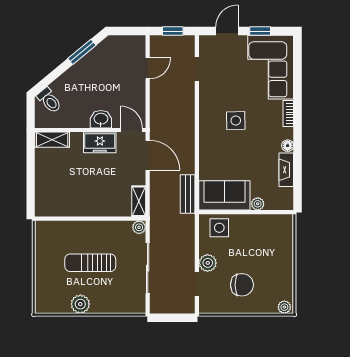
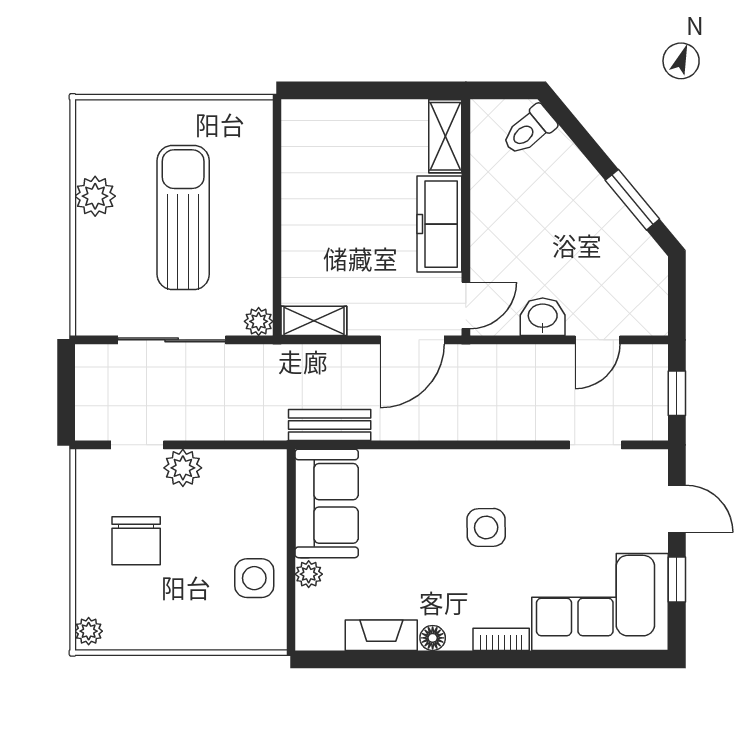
door: (148, 68) -> (598, 340), hinge flipped
washbasin: (101, 119) -> (543, 317), moved, turned -90
freezer: (100, 142) -> (439, 224), width x1.40
side table: (219, 228) -> (254, 578), moved
sun lounger: (90, 263) -> (183, 218), width x1.36, depth x1.34

